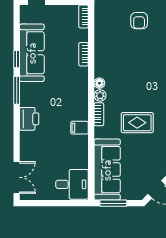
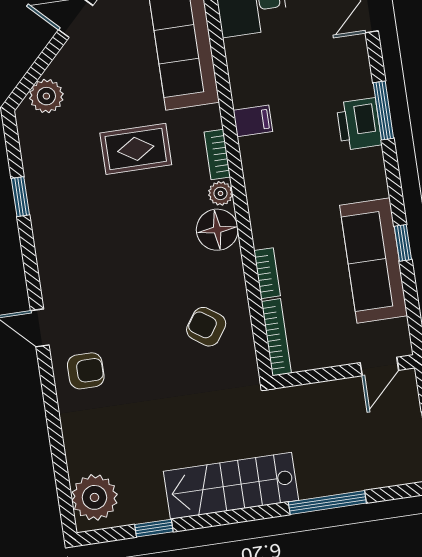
bookcase: (84, 17) -> (276, 337), width x1.56
armchair: (139, 21) -> (206, 327), moved, turned -55
floor lamp: (99, 83) -> (217, 230), width x1.89, depth x1.89
window: (17, 90) -> (383, 110), moved

